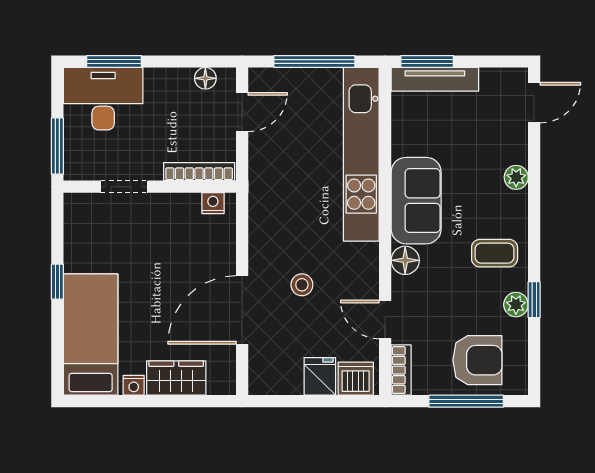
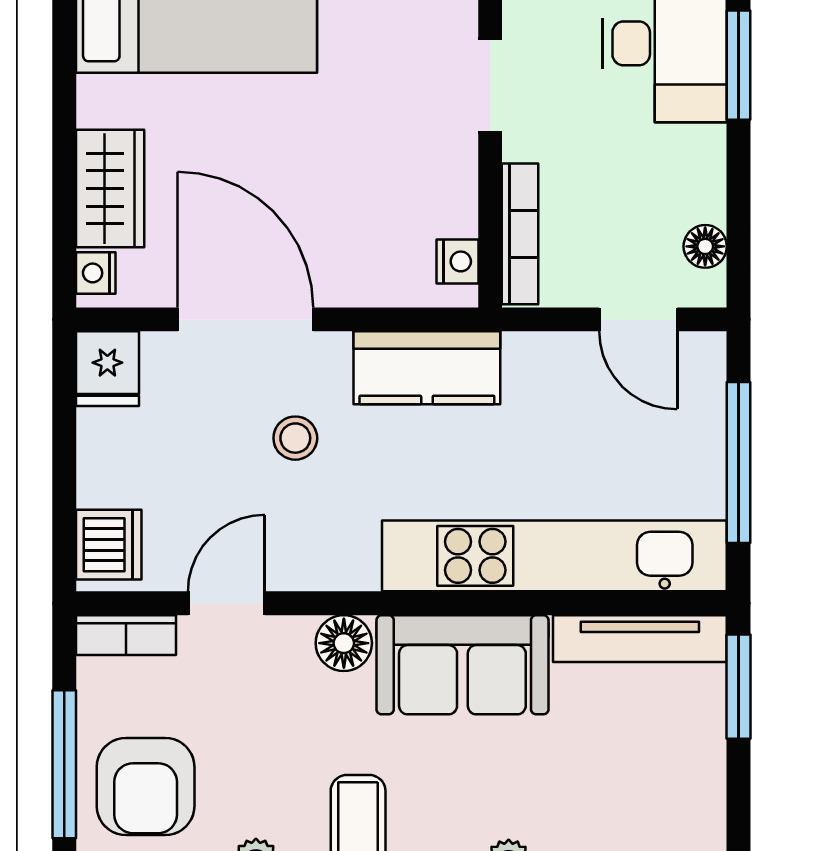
tv unit: (435, 79) -> (640, 639), moved, turned -90
kitchen counter: (267, 218) -> (427, 368), added
fridge: (320, 376) -> (107, 369), moved, turned 90
nightstand: (134, 385) -> (96, 273), moved

